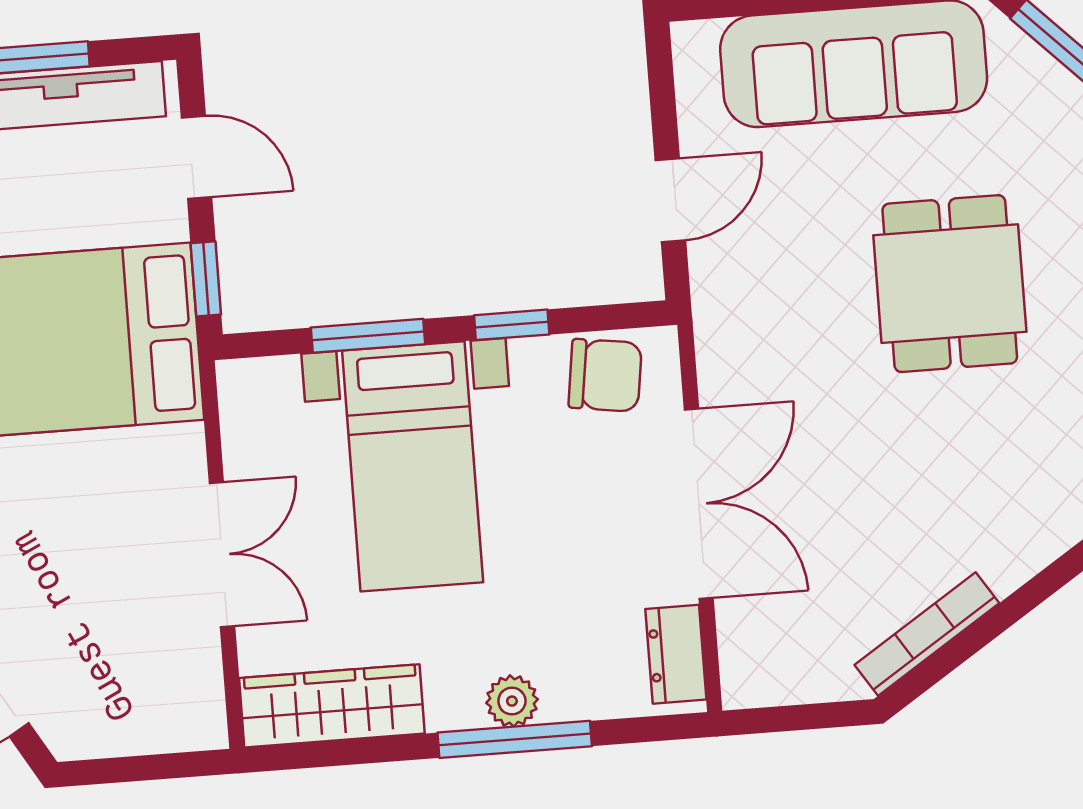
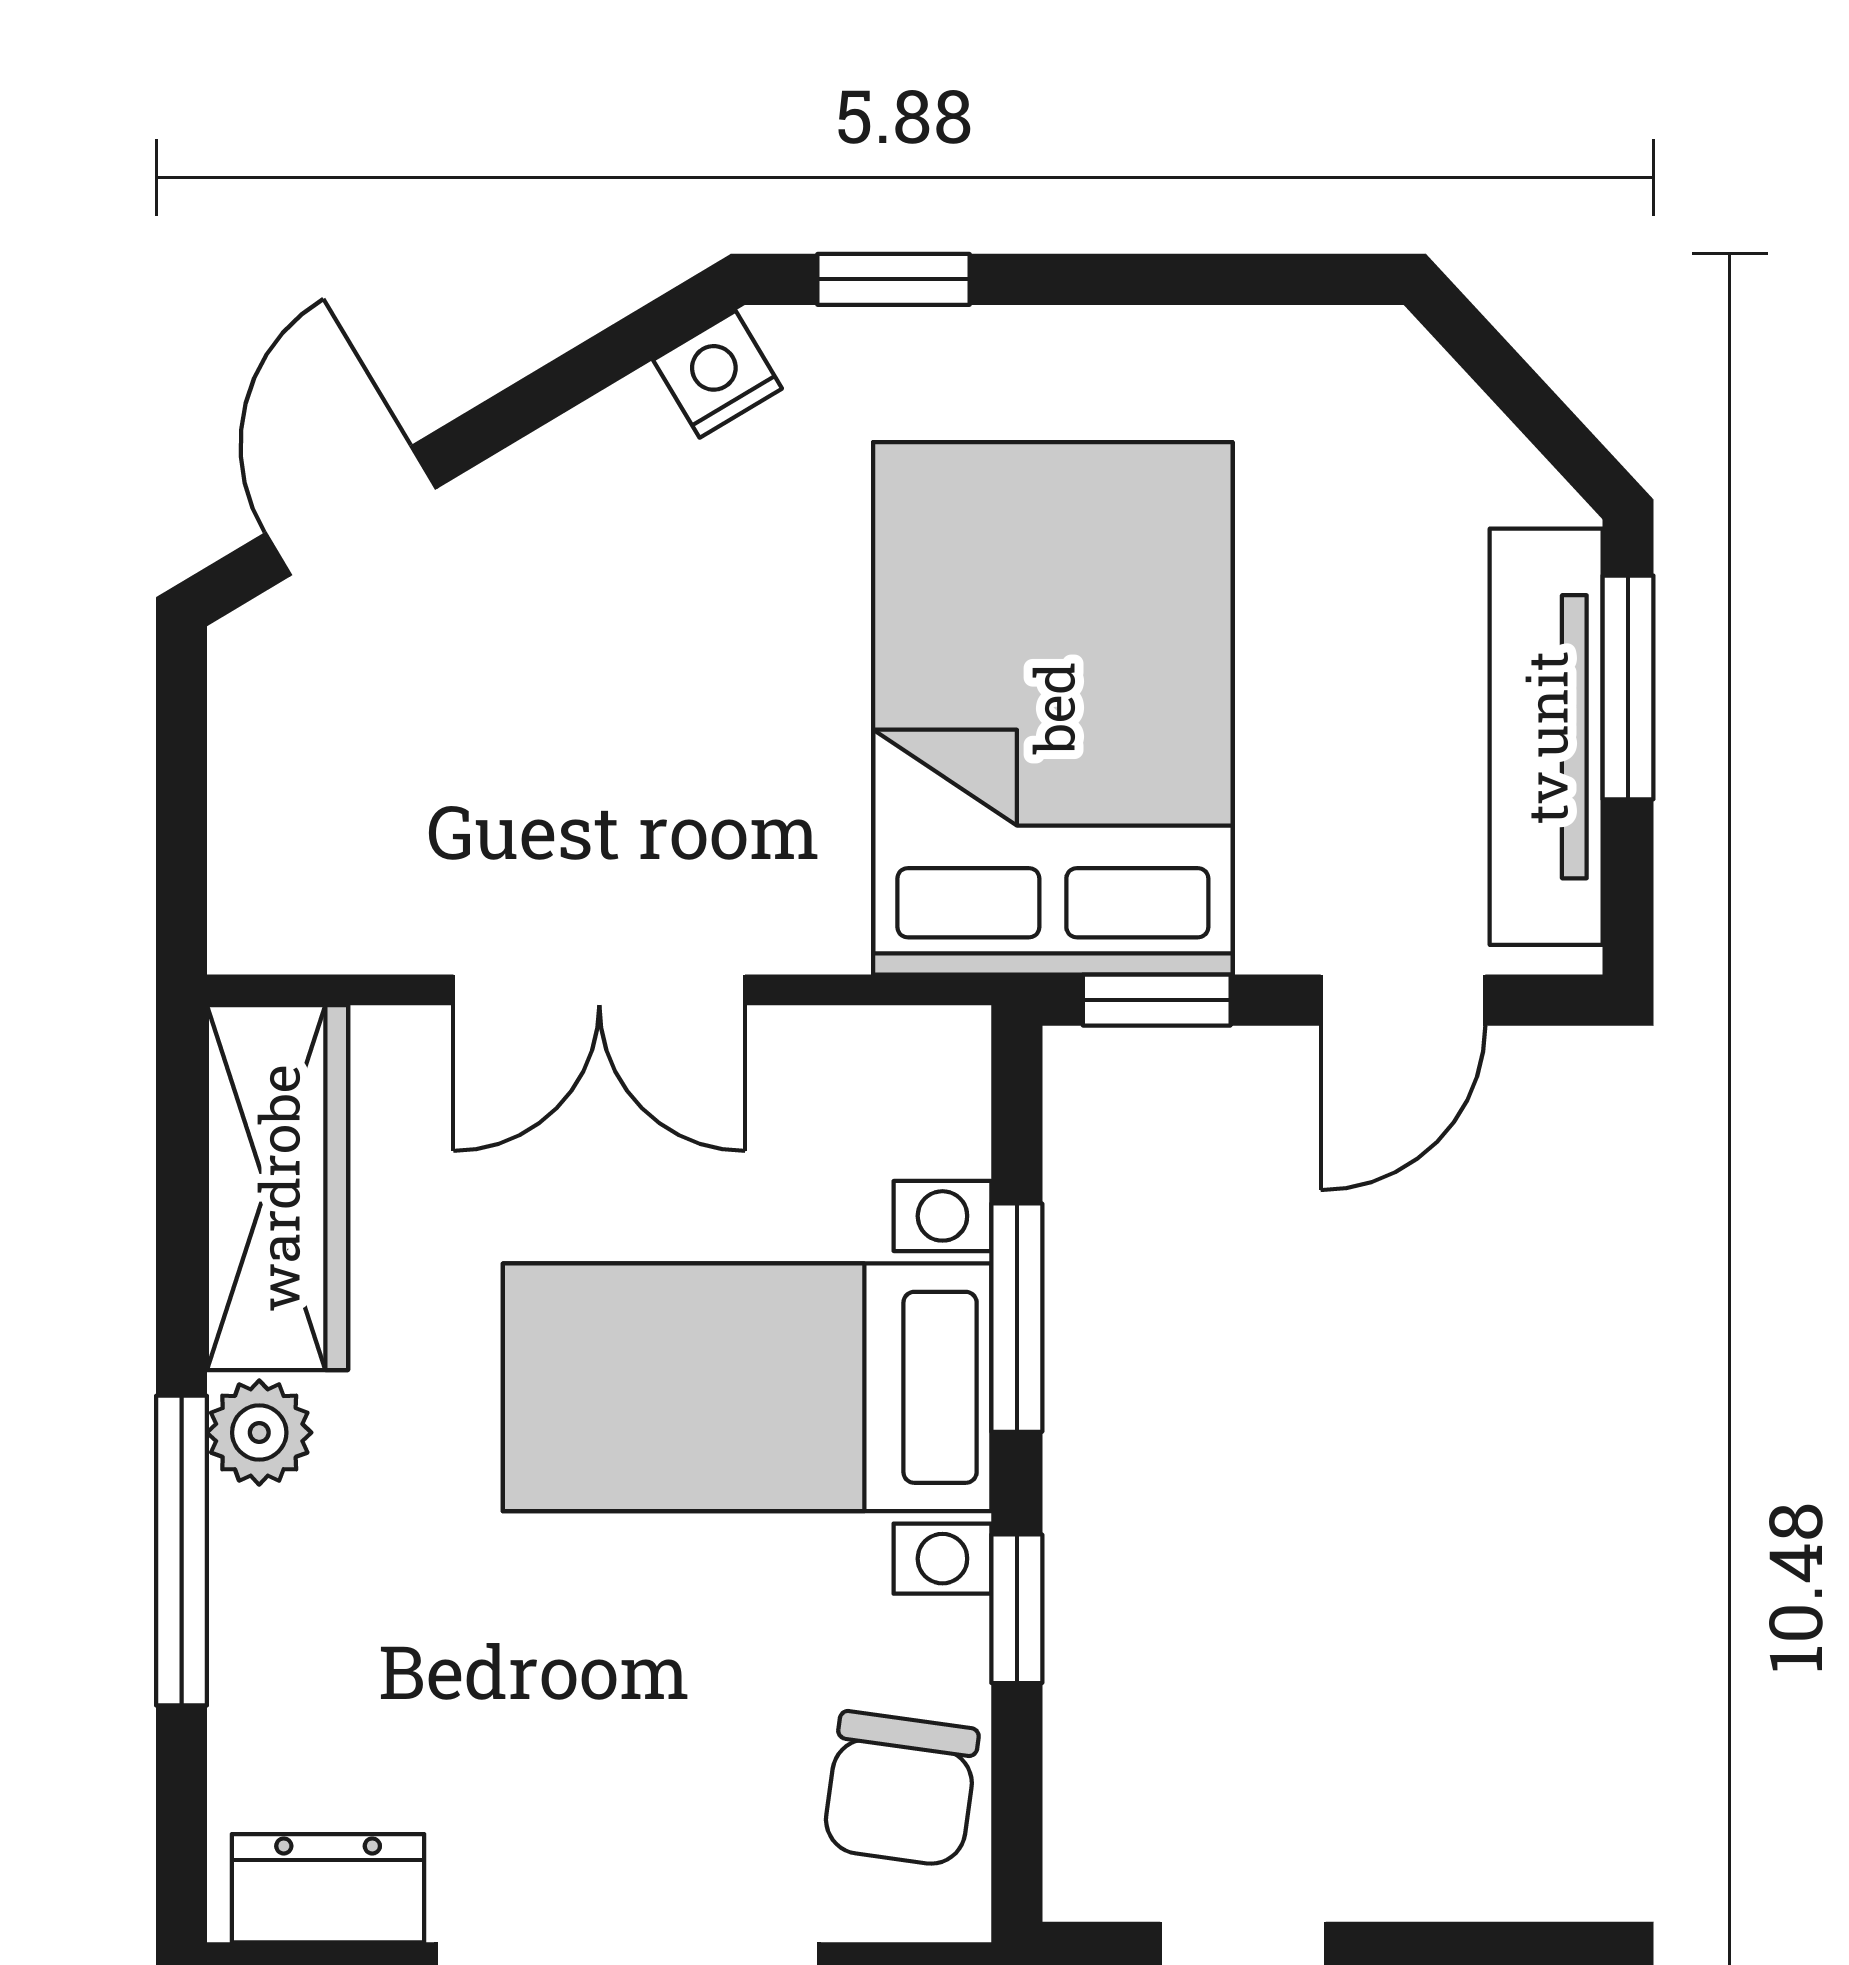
plant: (512, 701) -> (259, 1433), moved

